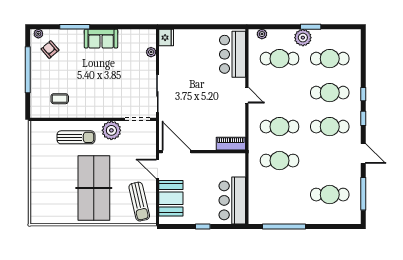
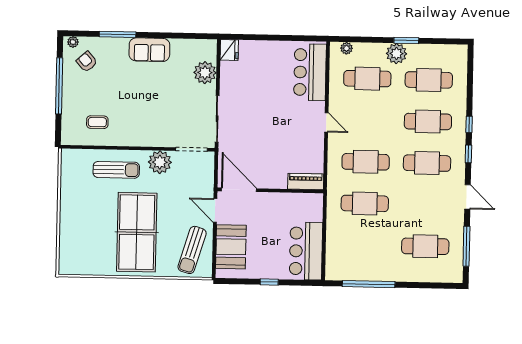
plant: (151, 52) -> (205, 73), width x1.88, depth x1.88
sun lounger: (139, 202) -> (192, 250), turned 30

